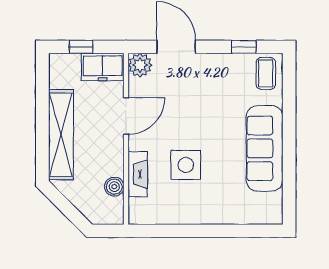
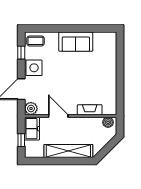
sofa: (265, 148) -> (76, 42), width x0.73
side table: (186, 165) -> (34, 68), moved
boiler: (114, 187) -> (108, 122), moved

